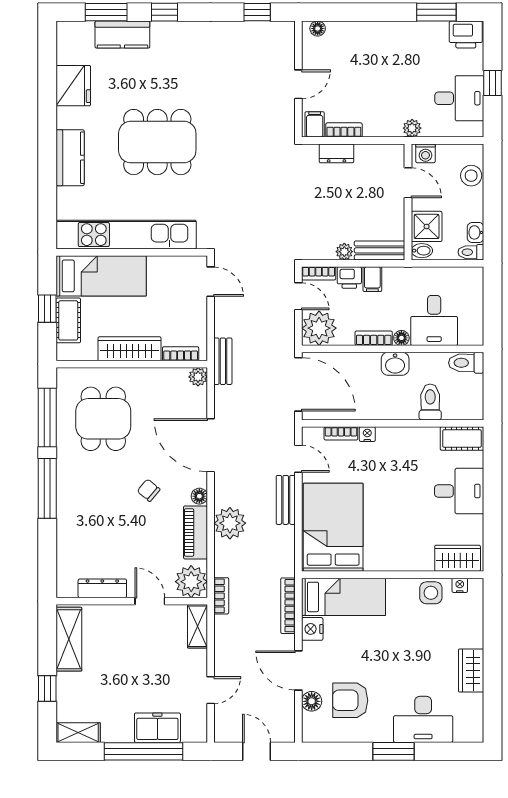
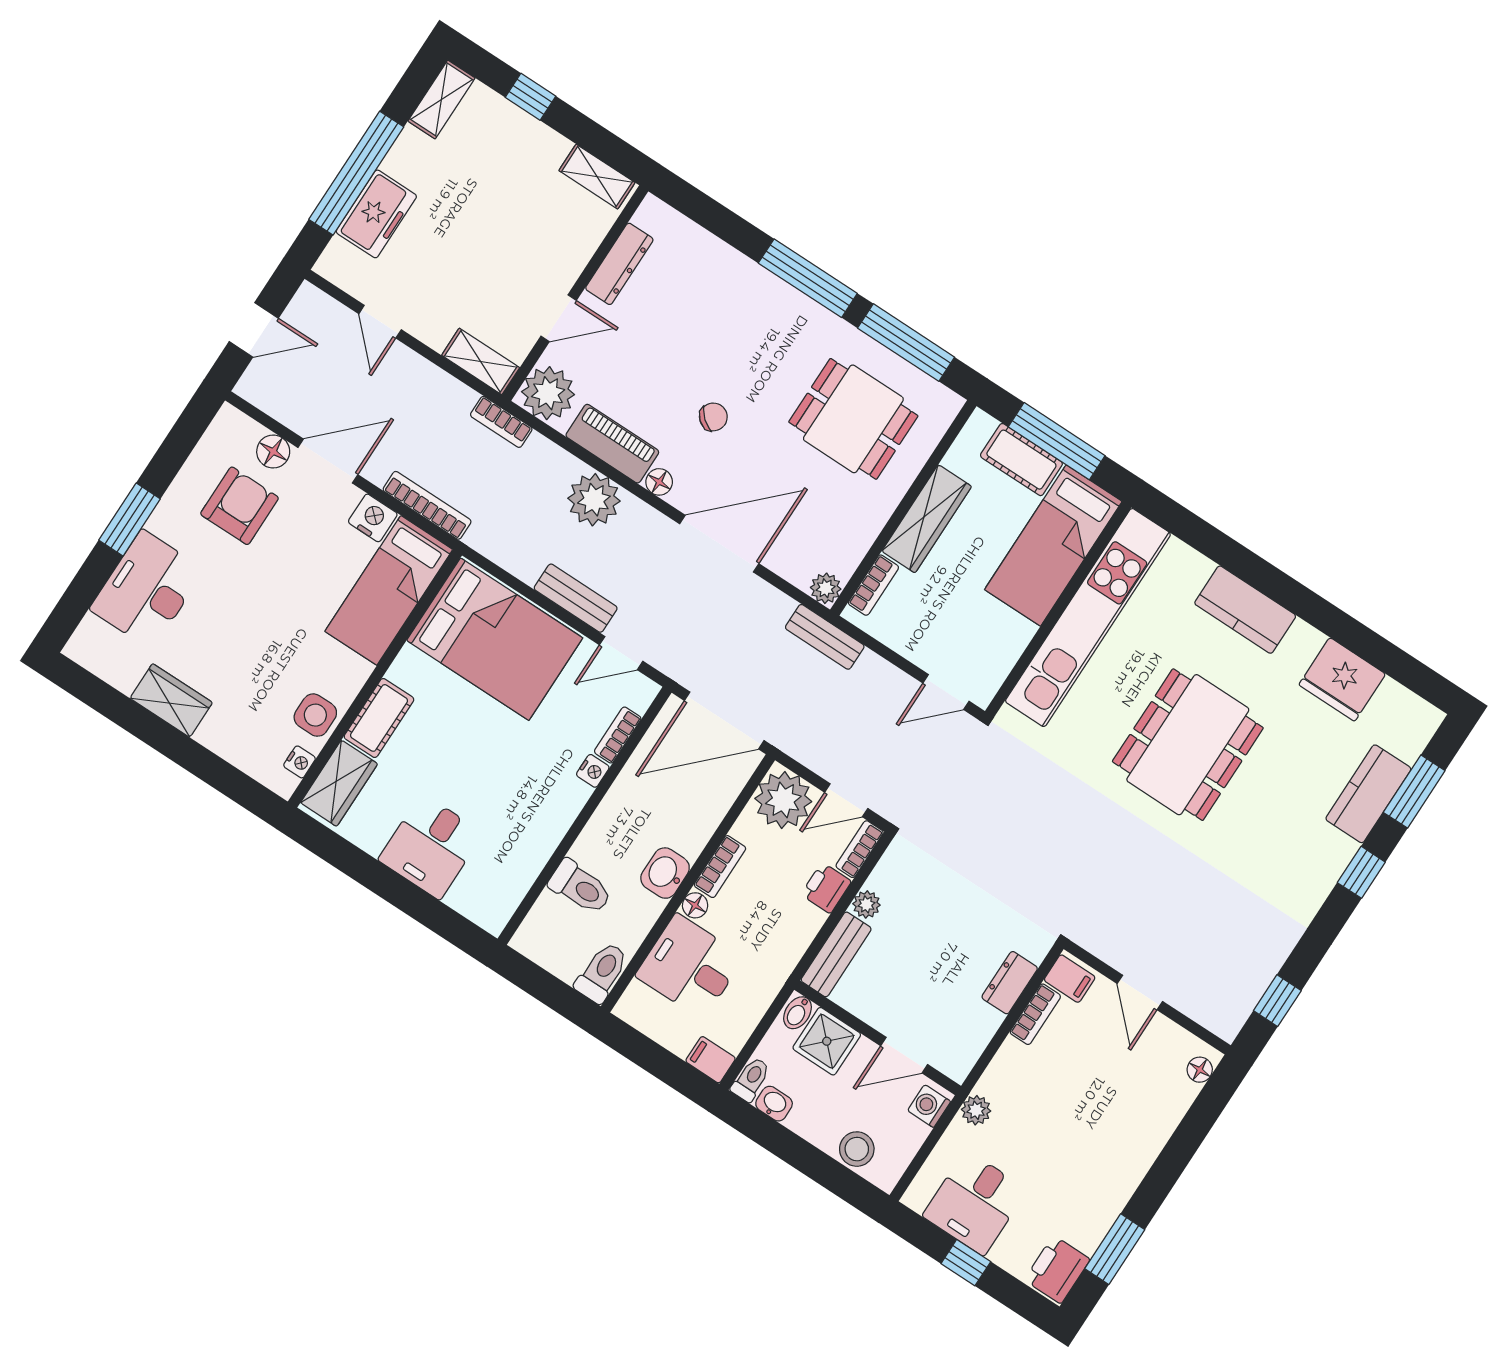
filing cabinet: (372, 279) -> (711, 1060), moved
window: (47, 309) -> (1057, 441), width x2.17
cot: (462, 439) -> (379, 718), moved
shelving: (69, 639) -> (597, 177), width x0.67, depth x0.75

